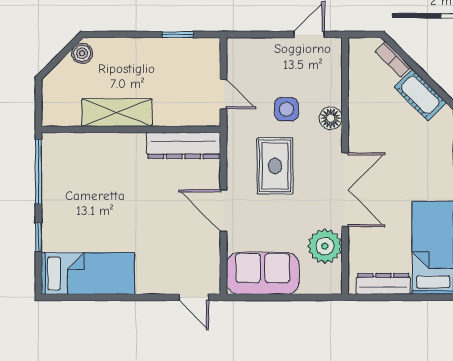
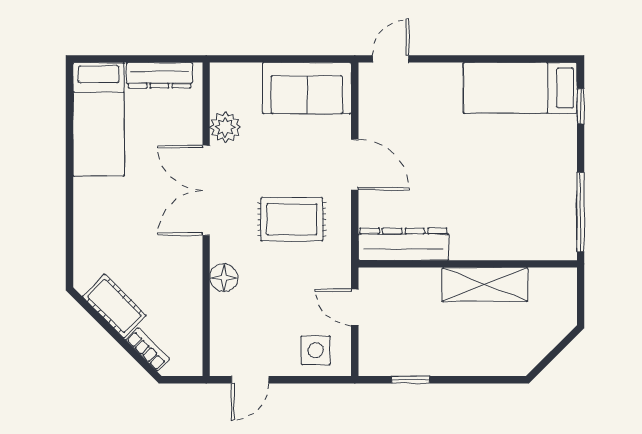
boiler: (82, 53) -> (527, 357), removed
side table: (286, 109) -> (316, 350), moved
rug: (275, 166) -> (292, 219), turned 90
window: (39, 237) -> (581, 106), moved
plant: (325, 246) -> (225, 127), width x0.73, depth x0.73
door: (194, 297) -> (391, 59), hinge flipped

